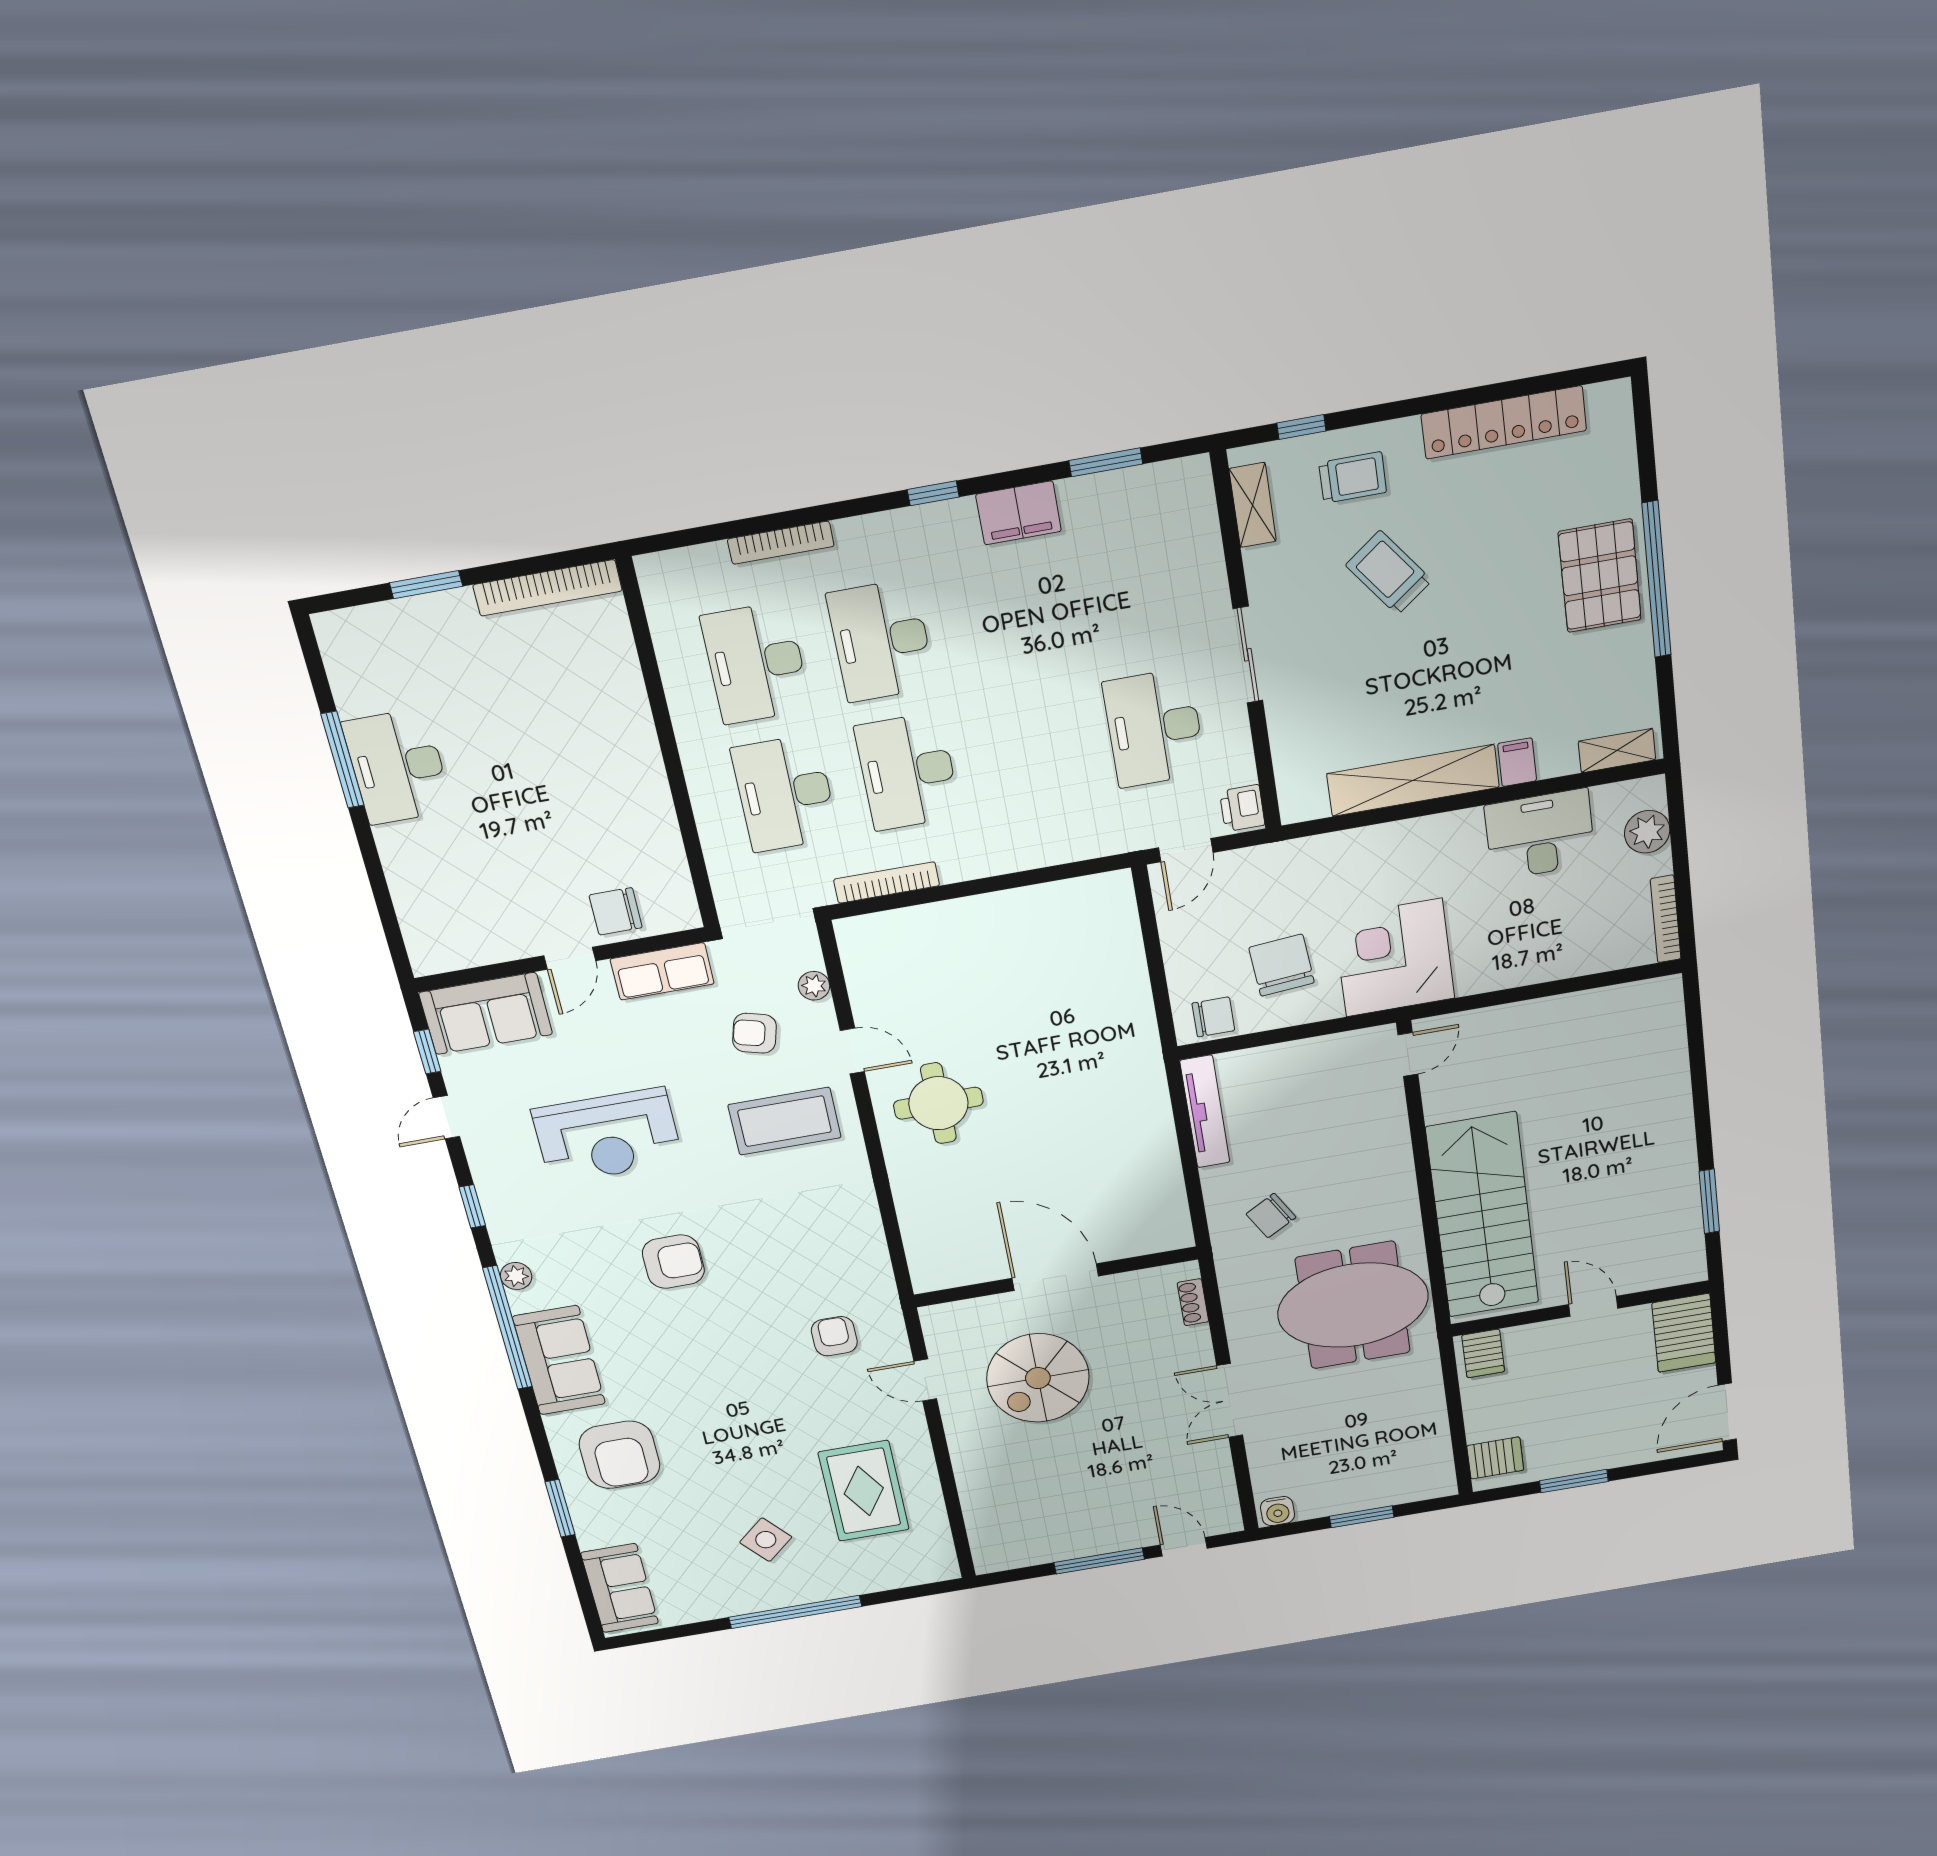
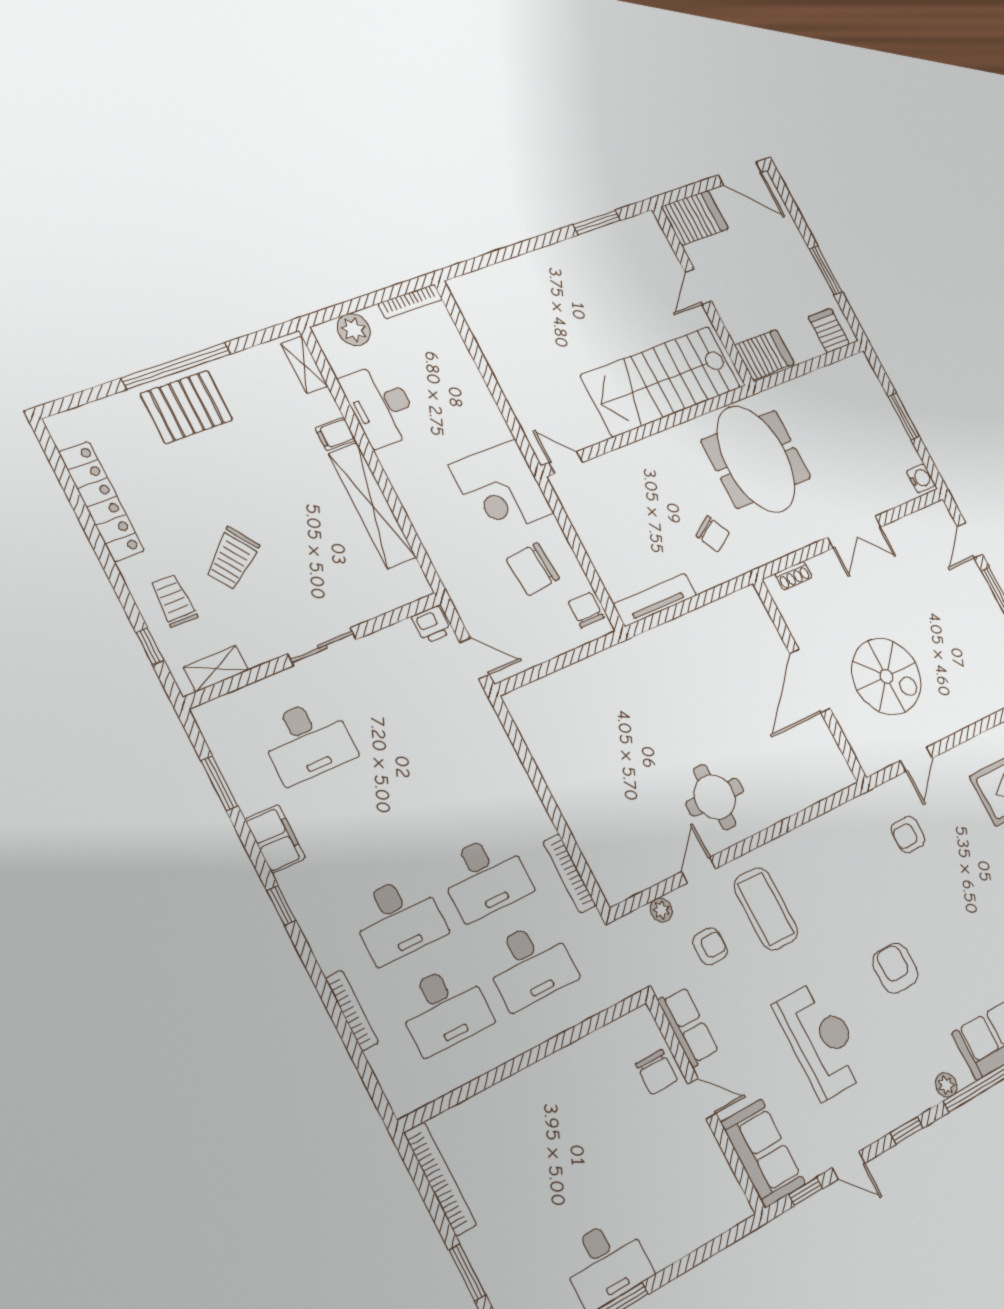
desk: (1154, 728) -> (307, 741), moved
armchair: (754, 1033) -> (710, 946), turned -105
server rack: (1483, 1353) -> (764, 355), width x1.36, depth x1.44

